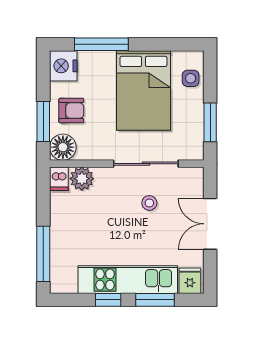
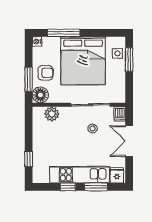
nightstand: (63, 66) -> (37, 42), width x0.53, depth x0.56
bed: (143, 90) -> (83, 61), width x1.36
window: (210, 122) -> (129, 60), moved
dishwasher: (59, 179) -> (120, 114), moved
window: (43, 254) -> (29, 159), width x0.46

